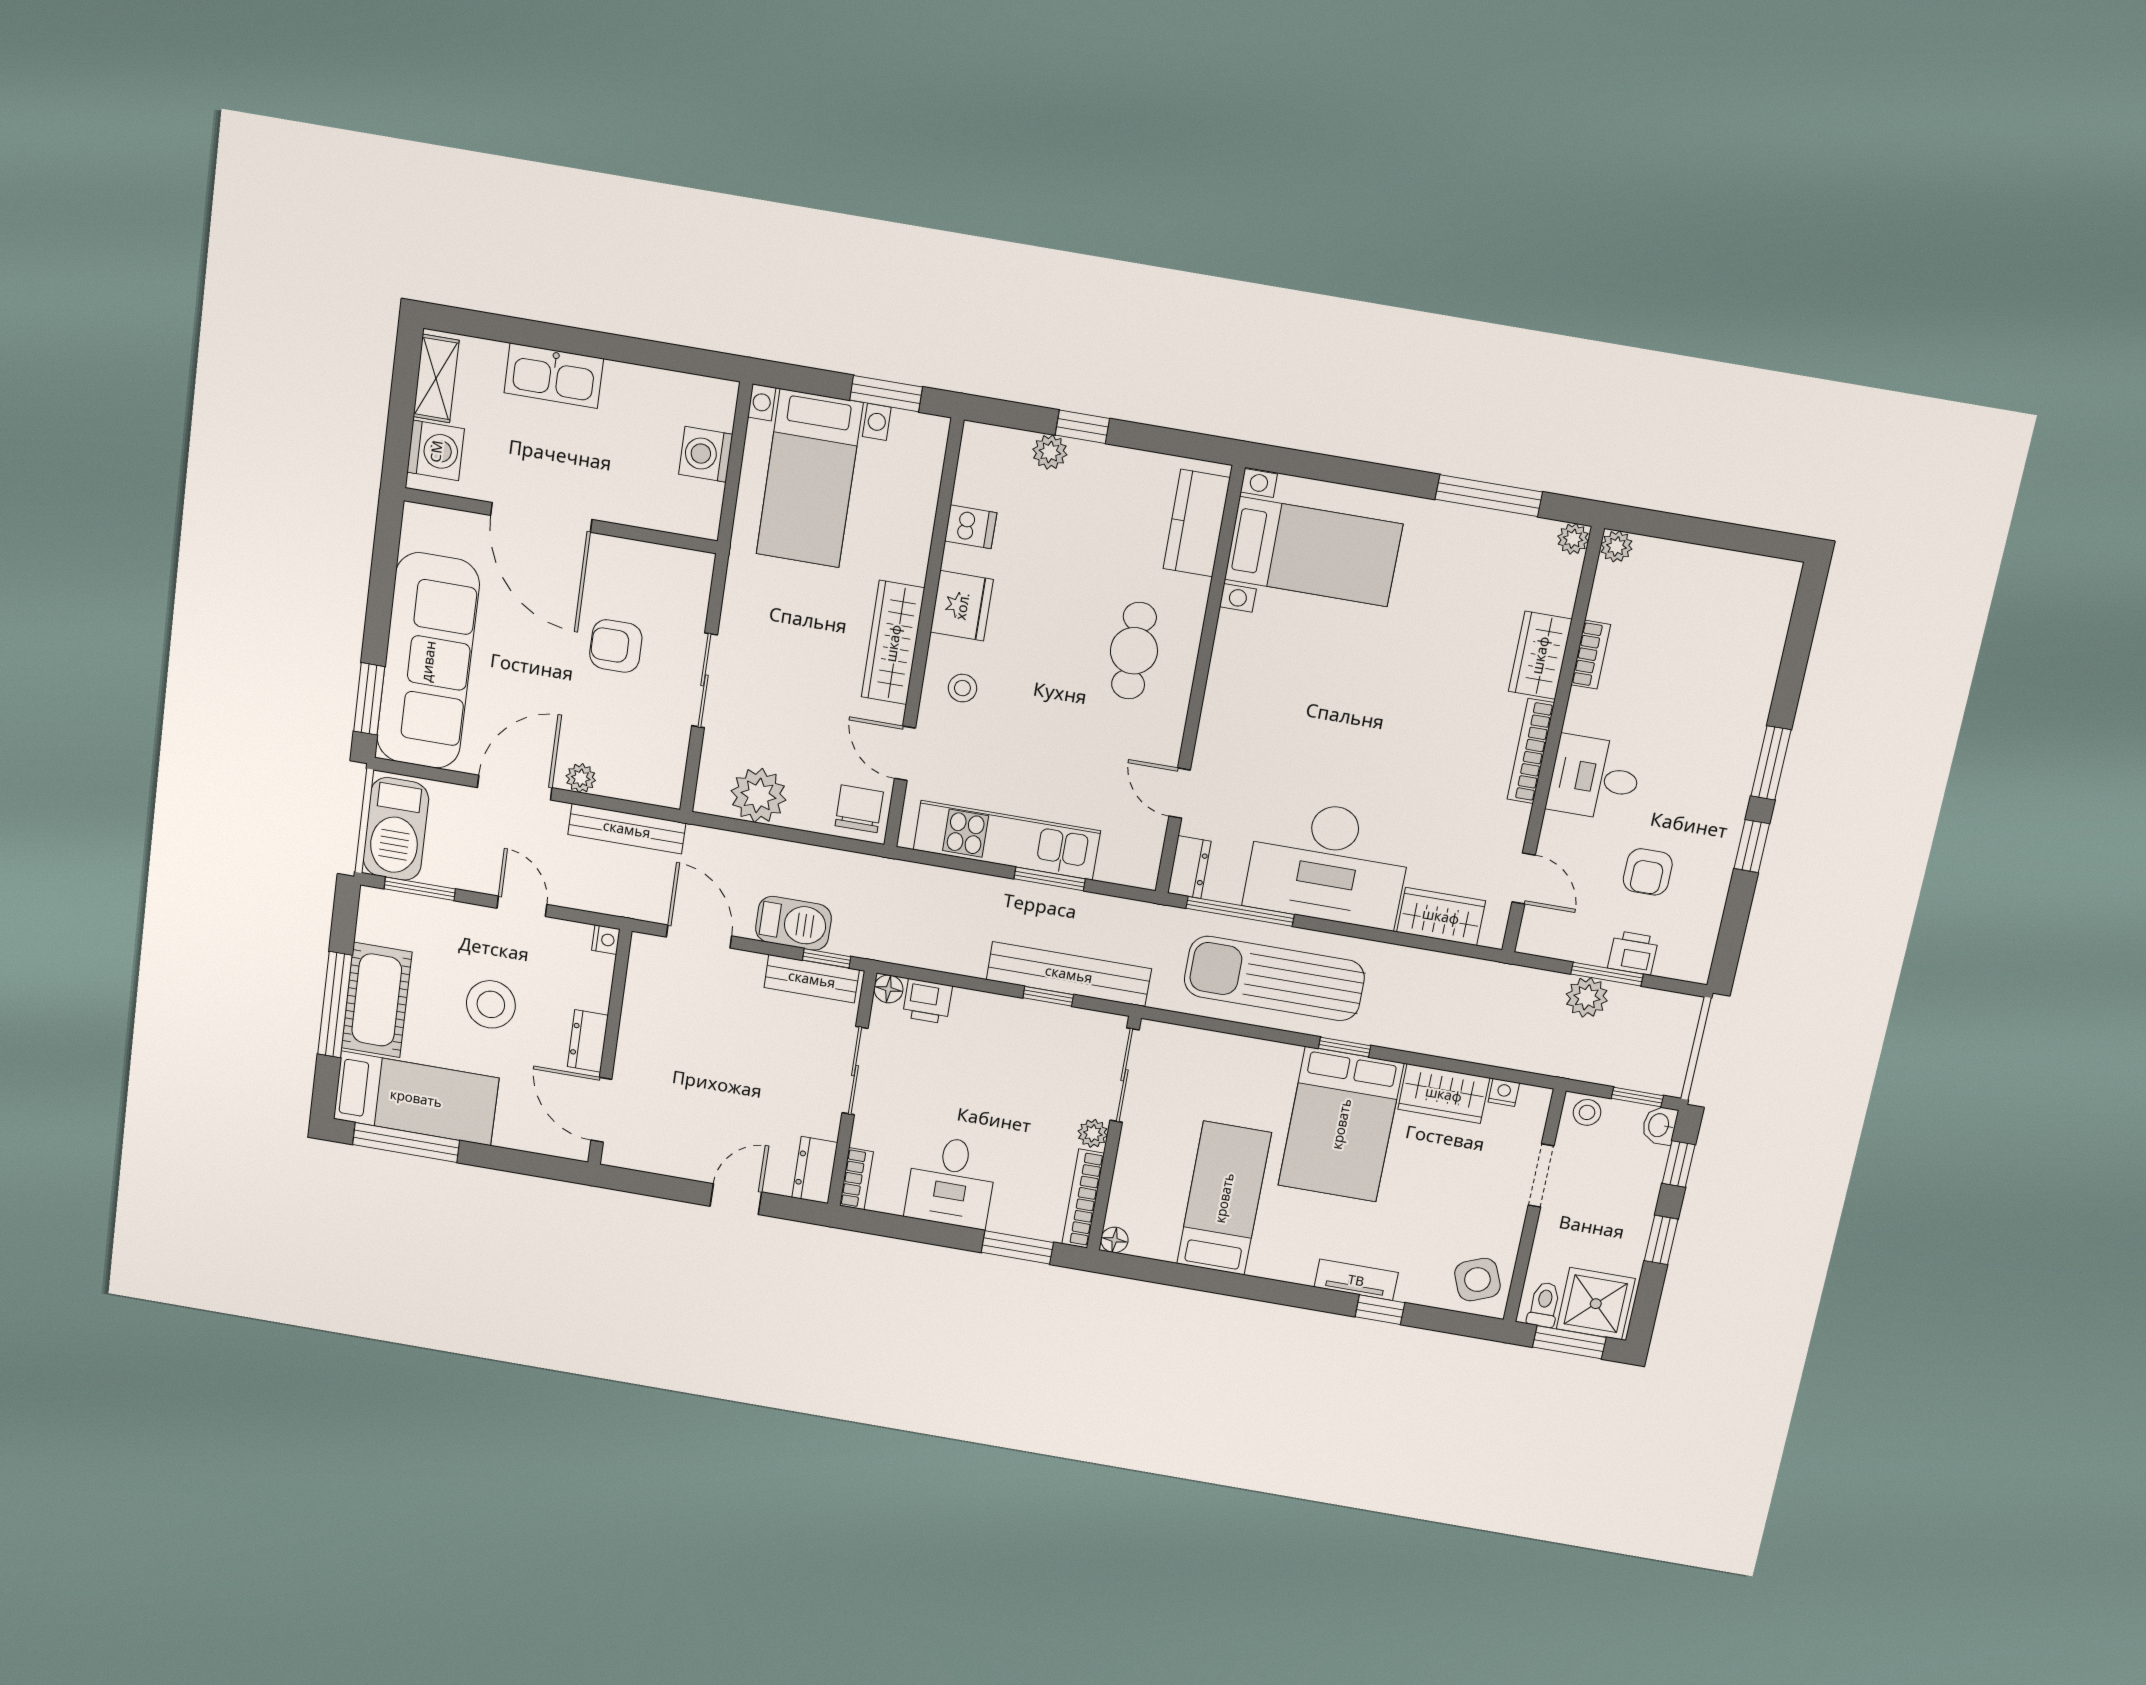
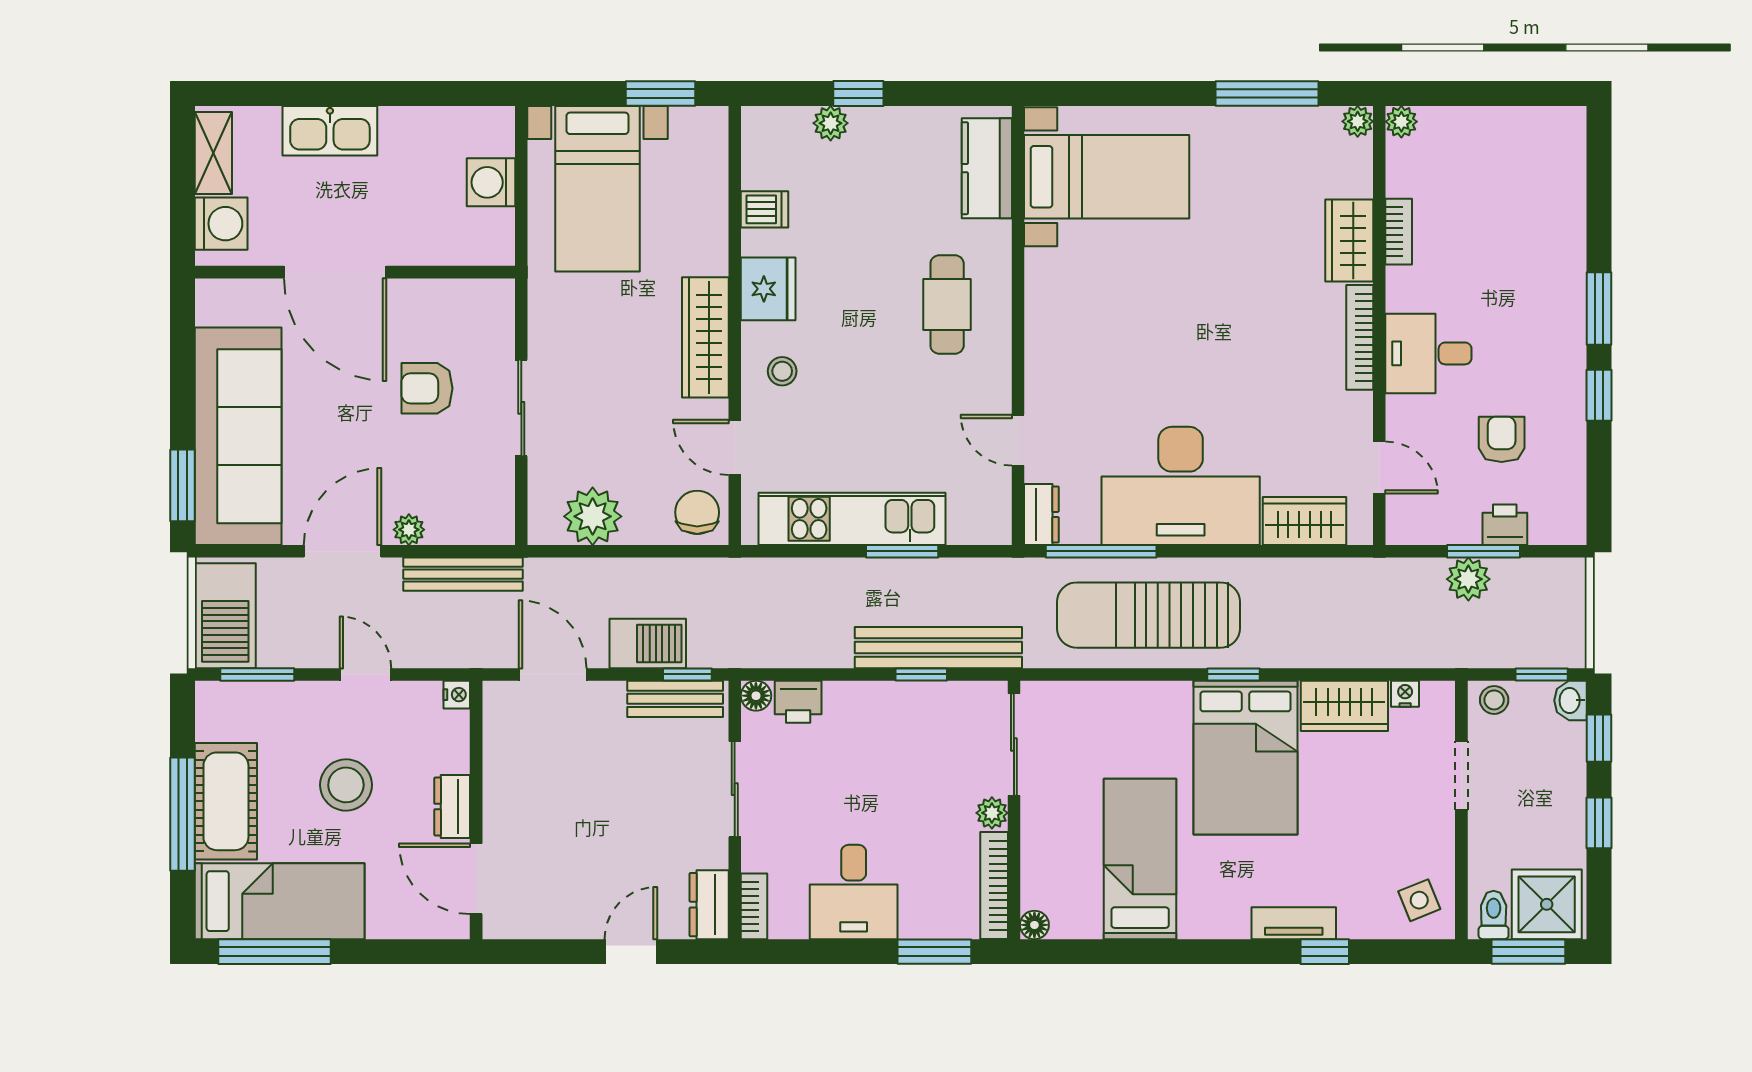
armchair: (1648, 872) -> (1502, 439), turned 180
side table: (1477, 1280) -> (1419, 900), width x0.73, depth x0.73

